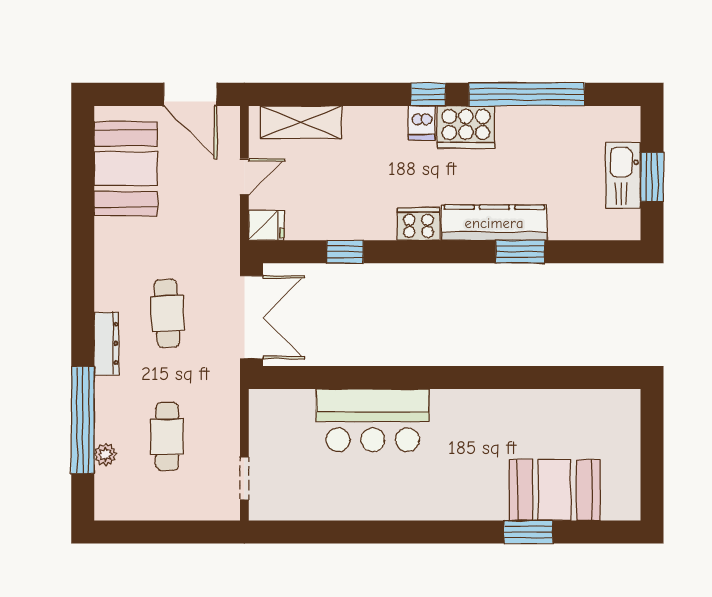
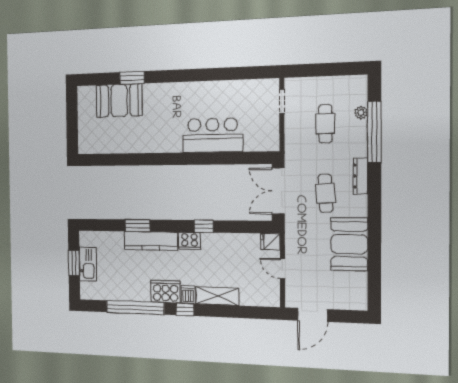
door: (190, 94) -> (313, 315), swing flipped
shelving: (301, 122) -> (217, 296), moved
booth: (126, 169) -> (349, 244), moved
door: (244, 177) -> (282, 269), hinge flipped
window: (345, 252) -> (204, 226), moved

